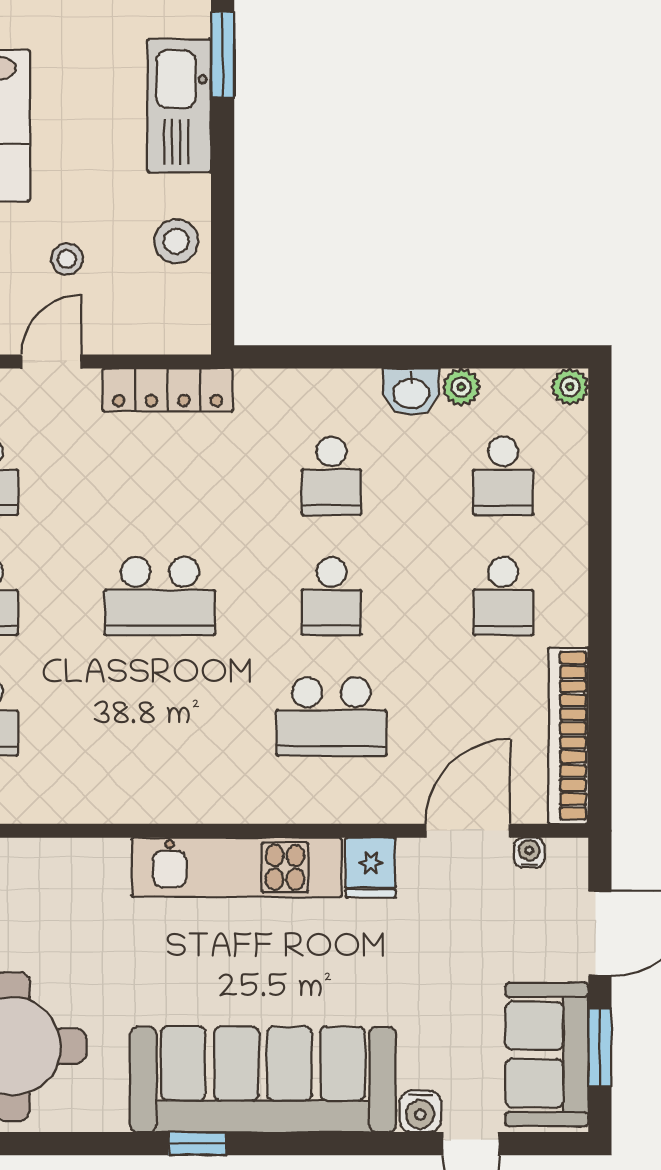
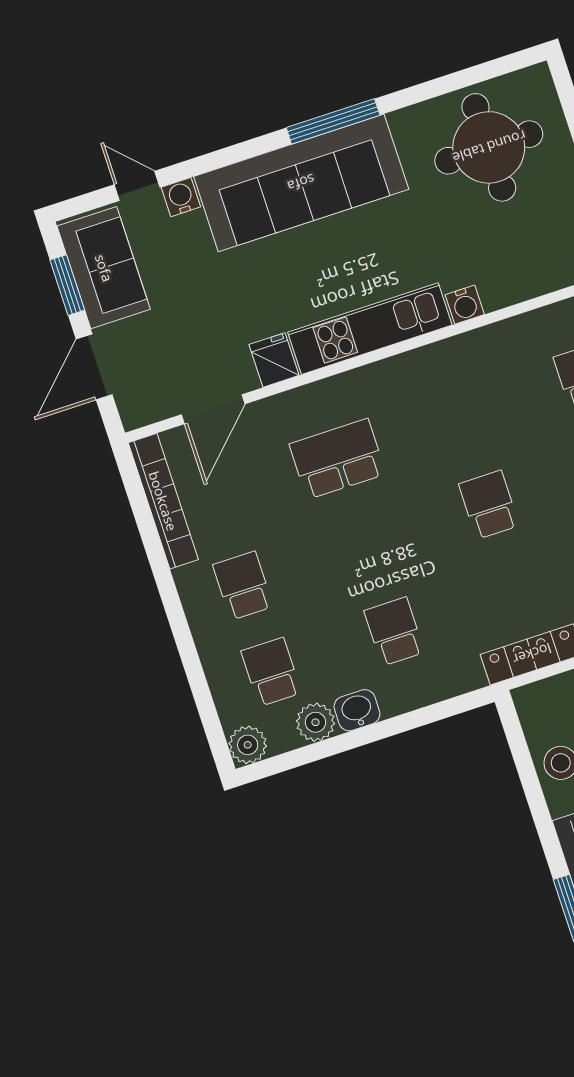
plant: (461, 387) -> (315, 722), width x1.38, depth x1.38
plant: (570, 387) -> (248, 745), width x1.38, depth x1.38
school desk: (160, 596) -> (489, 505), width x0.54
school desk: (331, 596) -> (366, 545), removed
water cooler: (529, 853) -> (465, 305), moved, width x1.38, depth x1.38
window: (197, 1144) -> (333, 121), width x2.17

